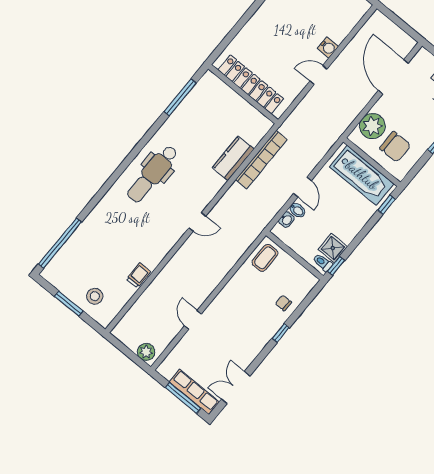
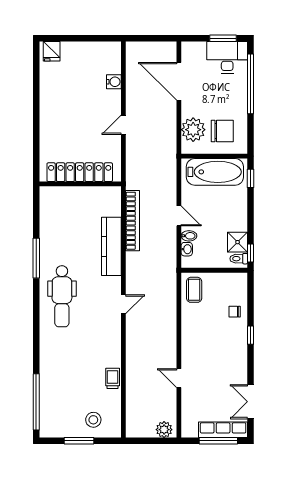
water cooler: (328, 47) -> (114, 82), moved
window: (180, 97) -> (36, 258), moved
kitchen counter: (233, 158) -> (111, 246), width x1.50

